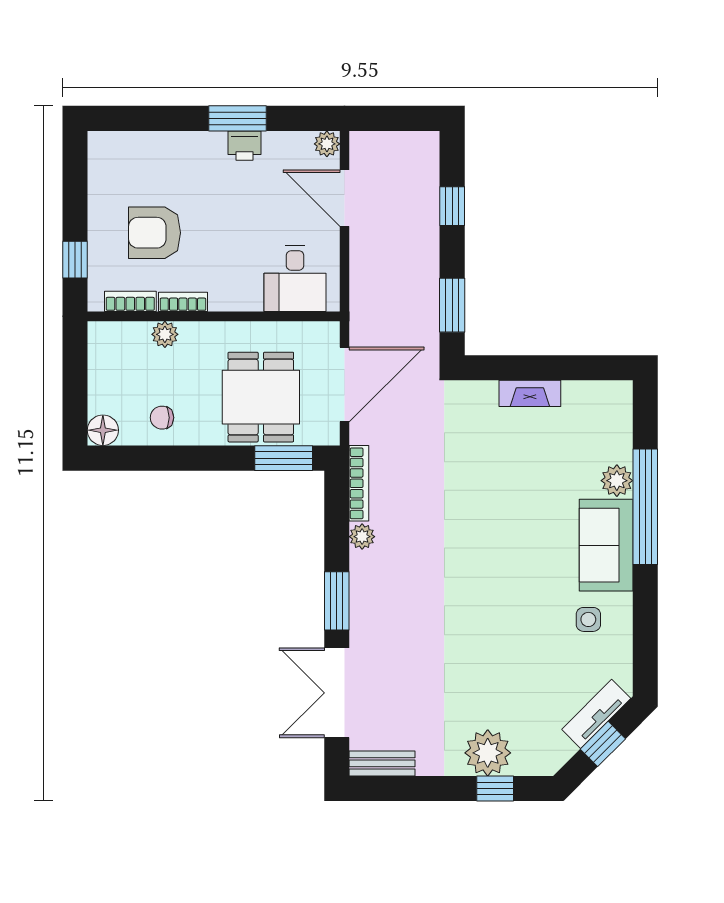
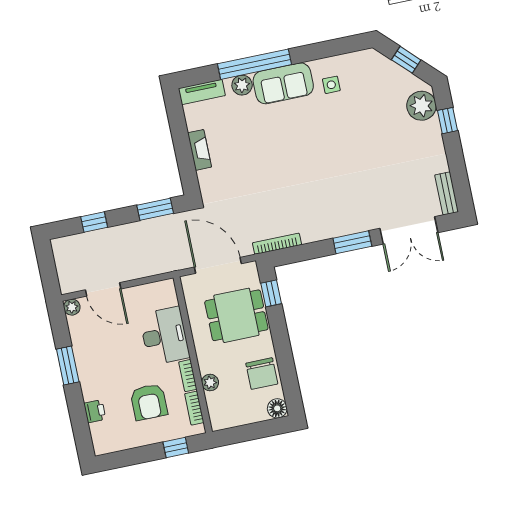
printer: (245, 146) -> (95, 411), moved
door: (345, 198) -> (103, 289), hinge flipped
desk: (295, 278) -> (164, 336), moved, width x1.37
chair: (162, 418) -> (262, 374), width x1.87, depth x1.87
window: (284, 458) -> (271, 293), width x0.67
plant: (362, 537) -> (309, 235), removed
tv unit: (596, 714) -> (202, 92), moved, turned -45
plant: (488, 753) -> (421, 106), moved

